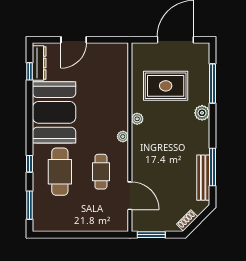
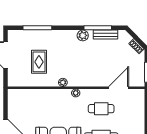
rug: (166, 86) -> (39, 62), width x0.73, depth x0.70
plant: (202, 113) -> (83, 35), moved
bench: (203, 178) -> (105, 35), width x0.73

